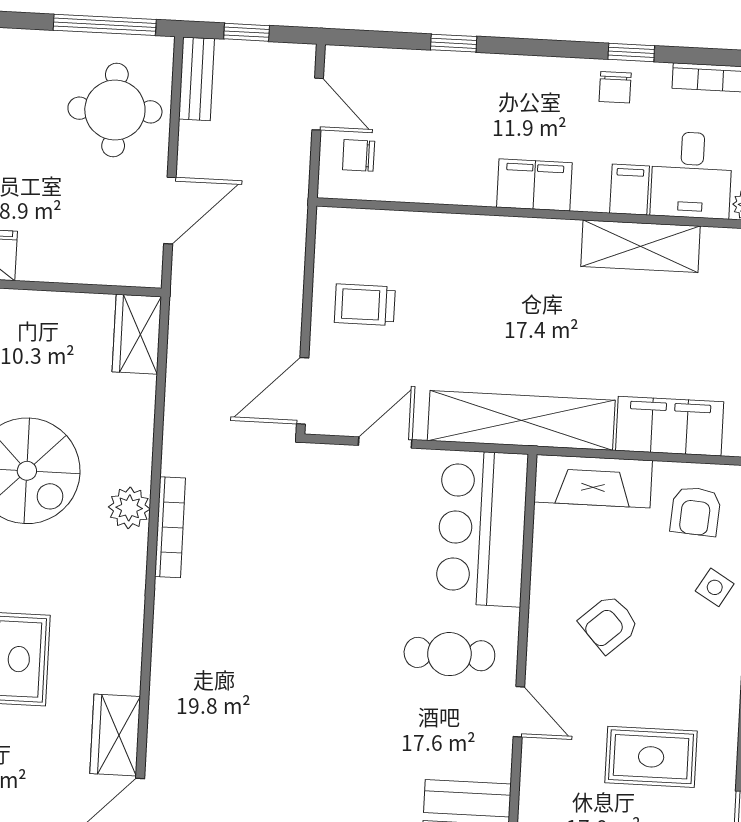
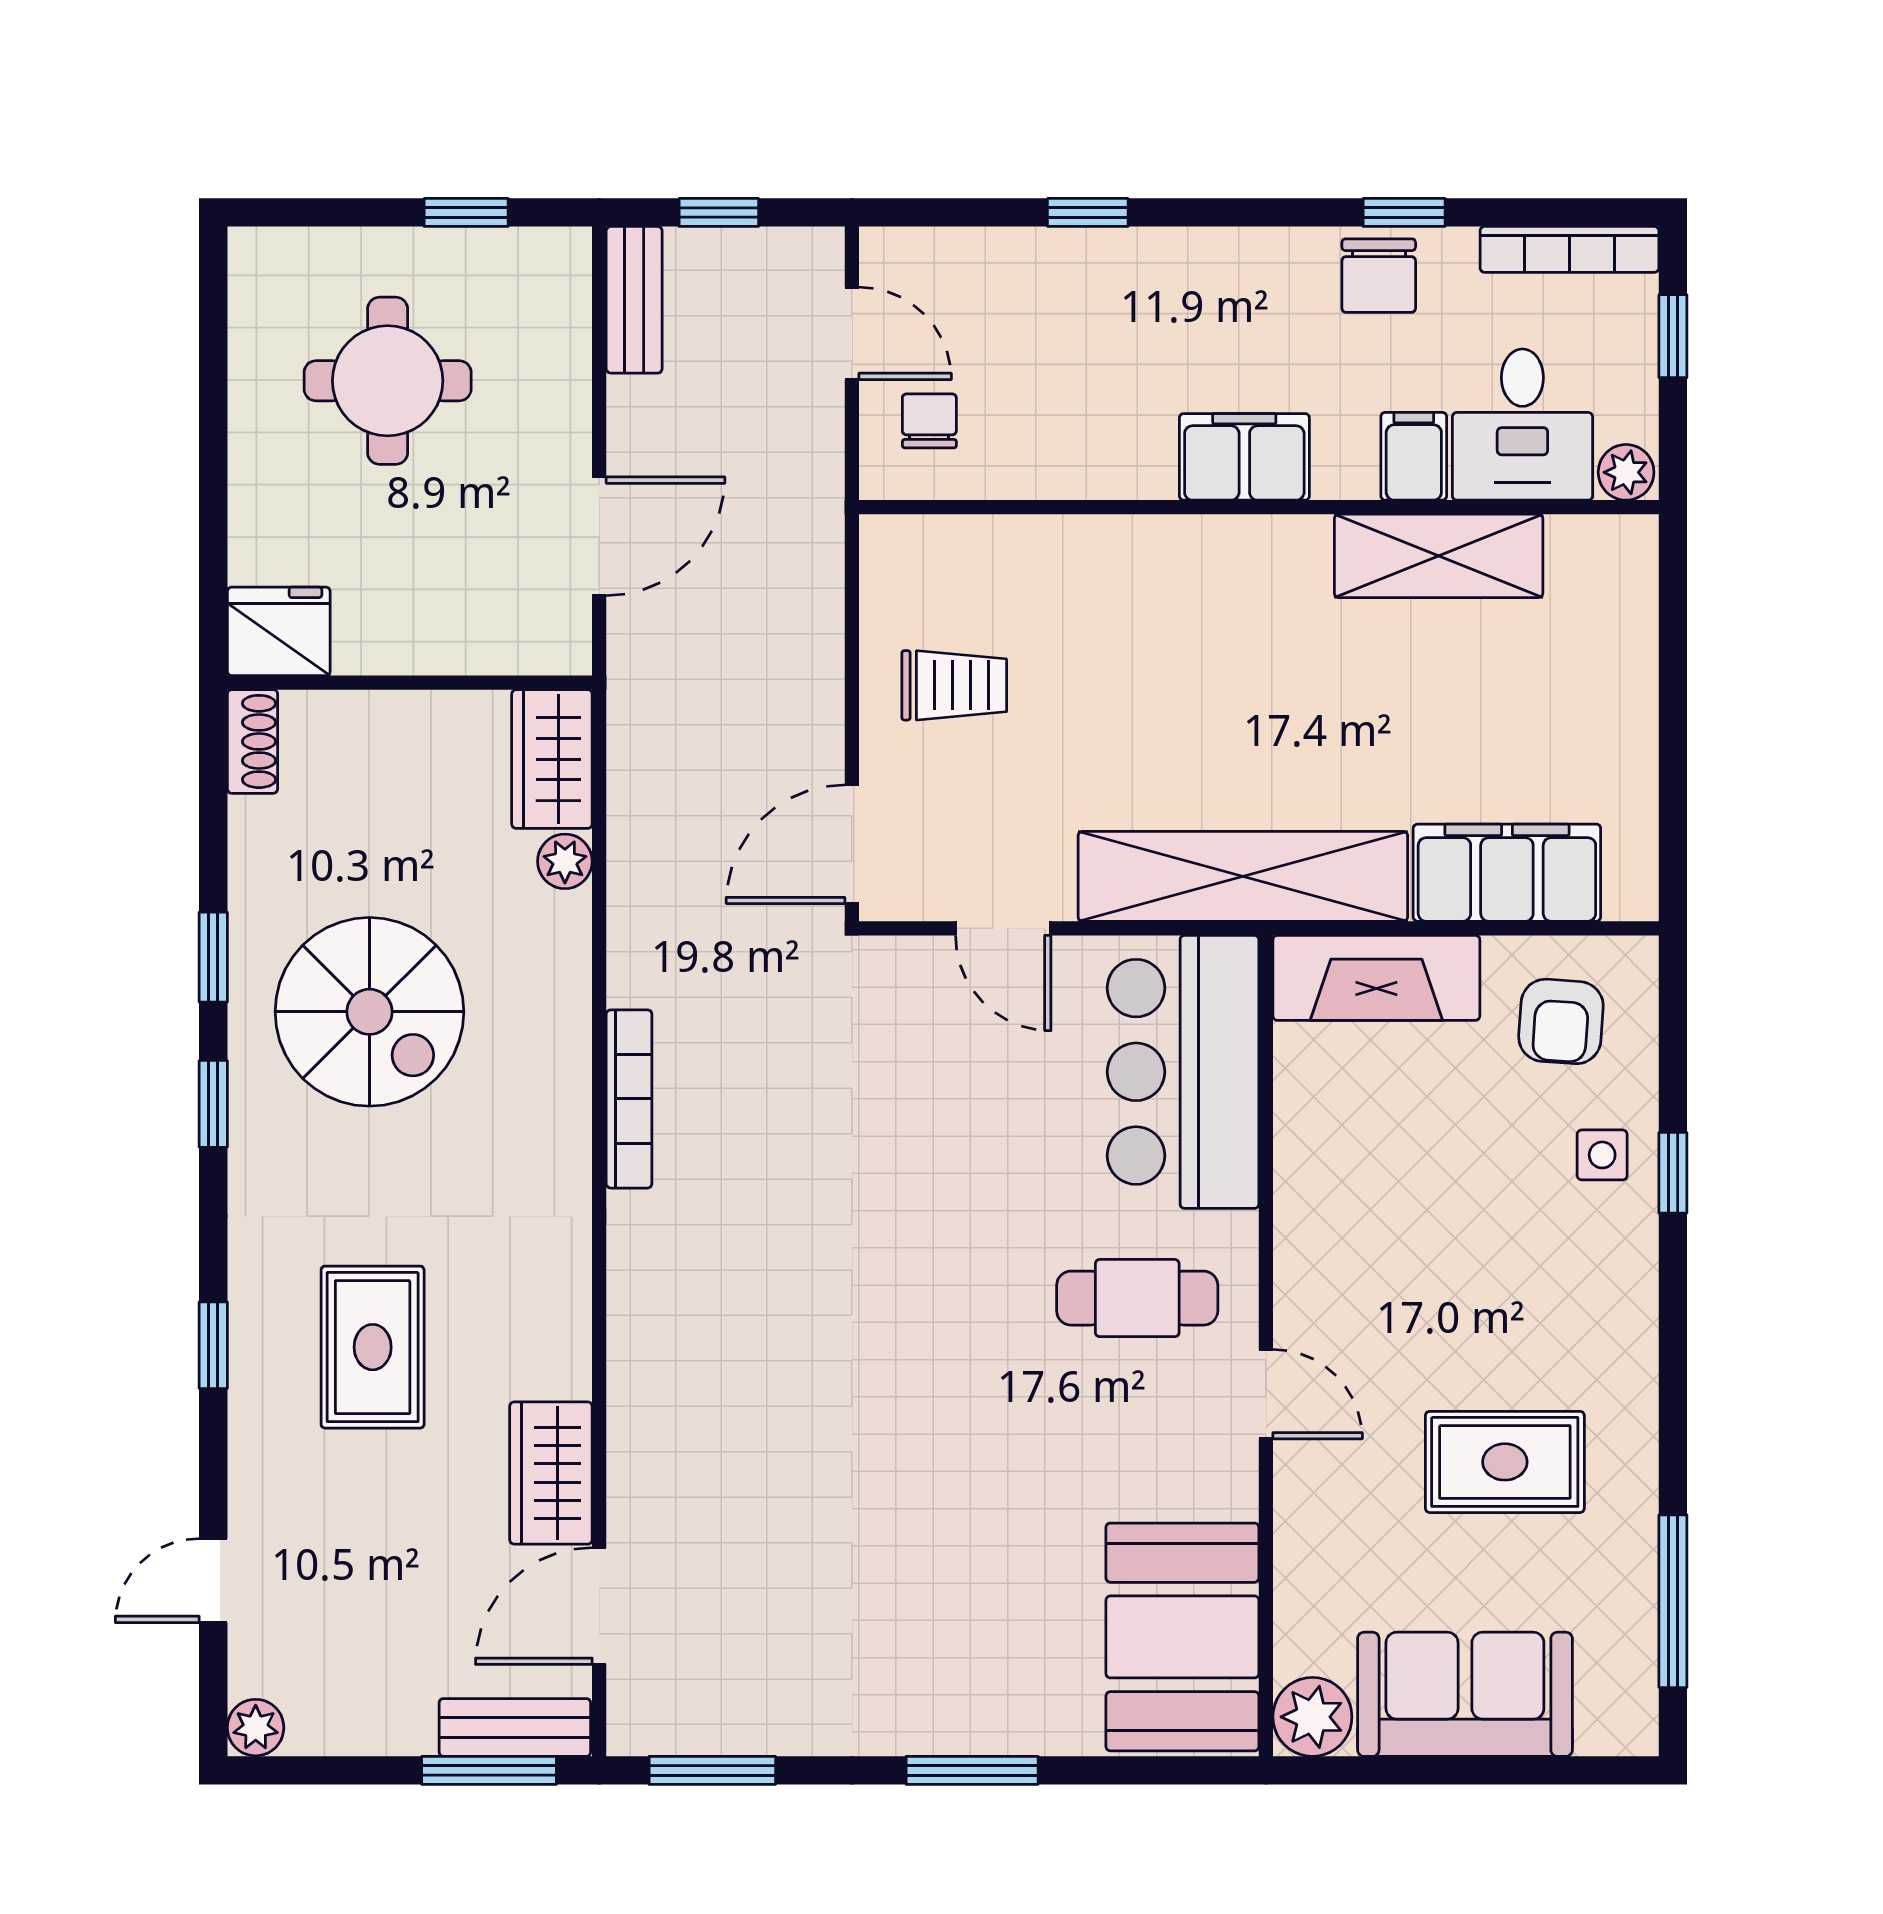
window: (105, 25) -> (466, 212), width x0.46
chair: (615, 87) -> (1379, 276), width x1.37, depth x1.37
round table: (115, 110) -> (388, 381), moved
chair: (359, 155) -> (929, 421), turned 90
trolley: (365, 305) -> (954, 685), turned 180
door: (385, 443) -> (1003, 928), swing flipped
plant: (129, 508) -> (565, 861), moved, width x0.73, depth x0.73
side table: (715, 587) -> (1602, 1155), turned -31
armchair: (609, 624) -> (1418, 1230), removed

